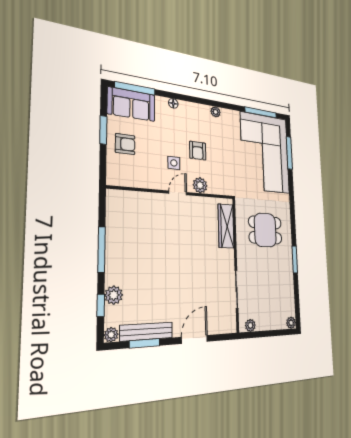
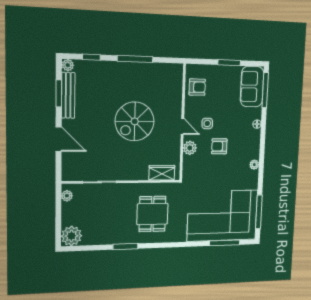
armchair: (125, 144) -> (197, 87), moved, turned -90
wardrobe: (226, 226) -> (162, 173), width x0.67
spiral stairs: (174, 250) -> (135, 121), added
plant: (114, 295) -> (99, 68), removed
plant: (291, 323) -> (71, 236), width x1.88, depth x1.88

